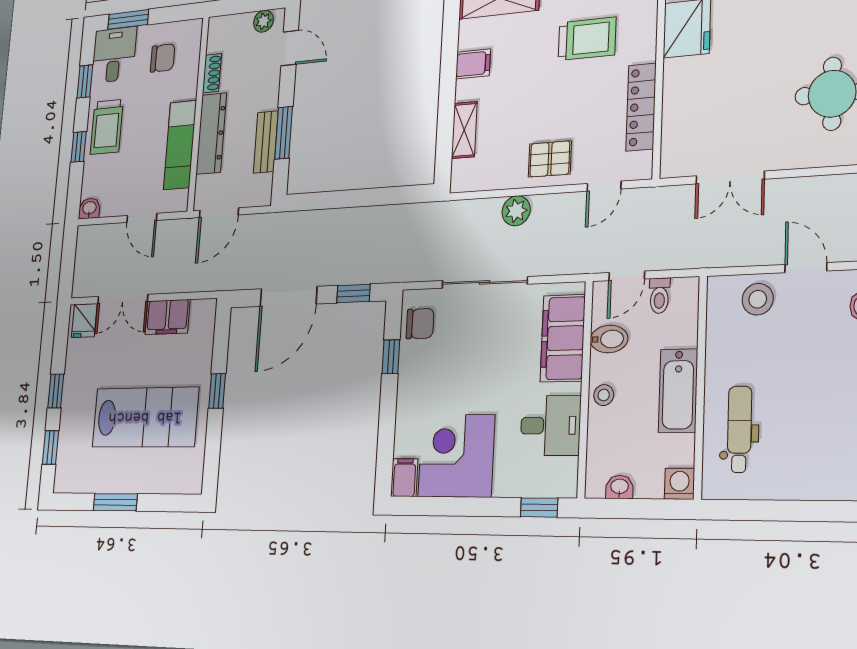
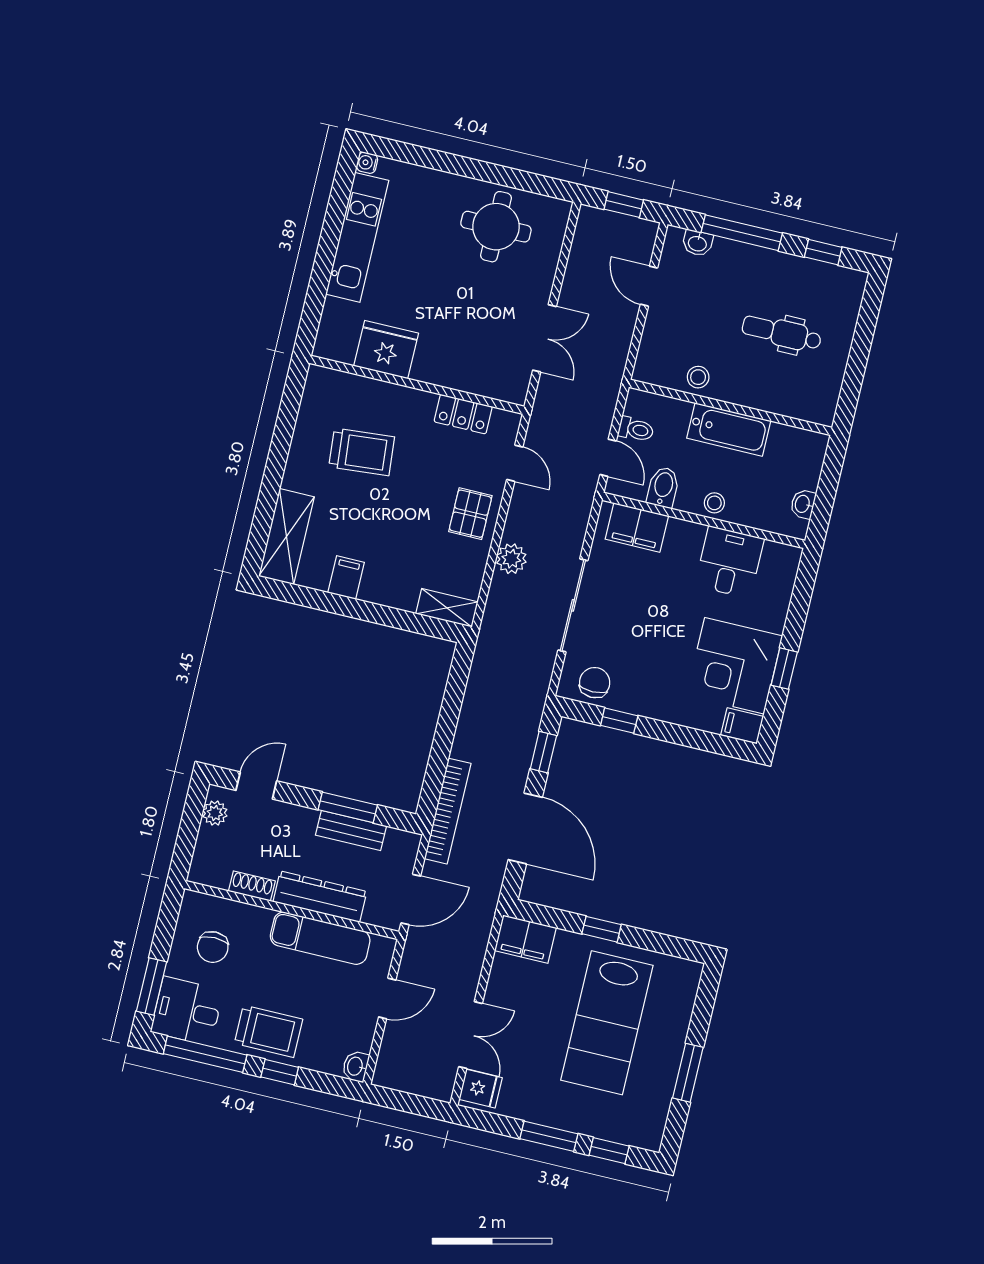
trolley: (587, 39) -> (362, 452), turned 85
chair: (163, 58) -> (213, 947), turned 180
window: (85, 81) -> (205, 1054), width x2.17
locker: (641, 107) -> (463, 414), width x0.66
shelving: (464, 130) -> (447, 608), moved
door: (219, 213) -> (411, 900), hinge flipped
bookcase: (293, 222) -> (448, 811), added
door: (806, 268) -> (649, 286), hinge flipped
stool: (758, 299) -> (698, 377), moved, width x0.73, depth x0.73
filing cabinet: (167, 317) -> (525, 939), moved, turned 90
filing cabinet: (563, 338) -> (637, 527), width x0.67, depth x0.86
window: (56, 391) -> (549, 1136), width x1.50
lab bench: (145, 417) -> (607, 1023), turned 180
dental chair: (739, 429) -> (782, 333), moved
washing machine: (679, 484) -> (813, 445), removed
window: (539, 507) -> (784, 669), moved

